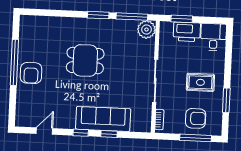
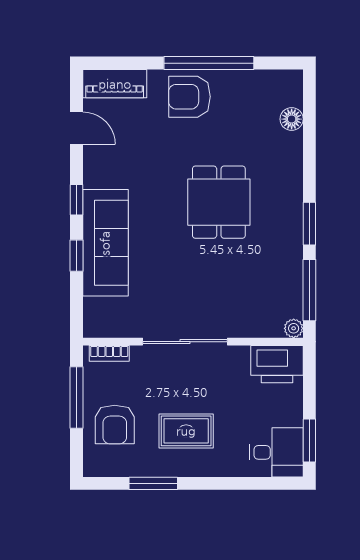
window: (182, 19) -> (309, 440), moved
floor lamp: (45, 22) -> (292, 119), added
plant: (146, 29) -> (294, 328), width x0.53, depth x0.53
printer: (187, 32) -> (277, 364), moved, turned -90
rug: (200, 82) -> (186, 431), turned 90
piano: (23, 111) -> (115, 84), added
window: (196, 138) -> (76, 397), moved

